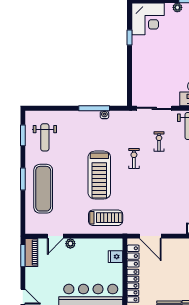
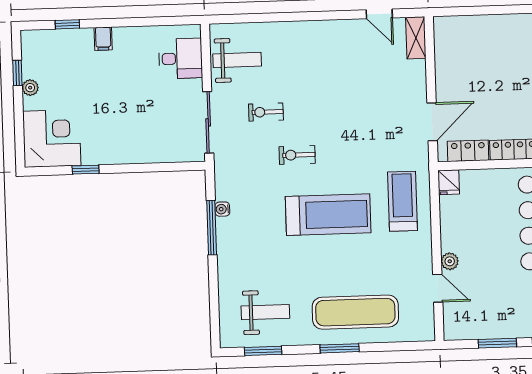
piano: (31, 253) -> (468, 329), removed
window: (23, 256) -> (497, 343), moved
fridge: (115, 257) -> (449, 182), moved

